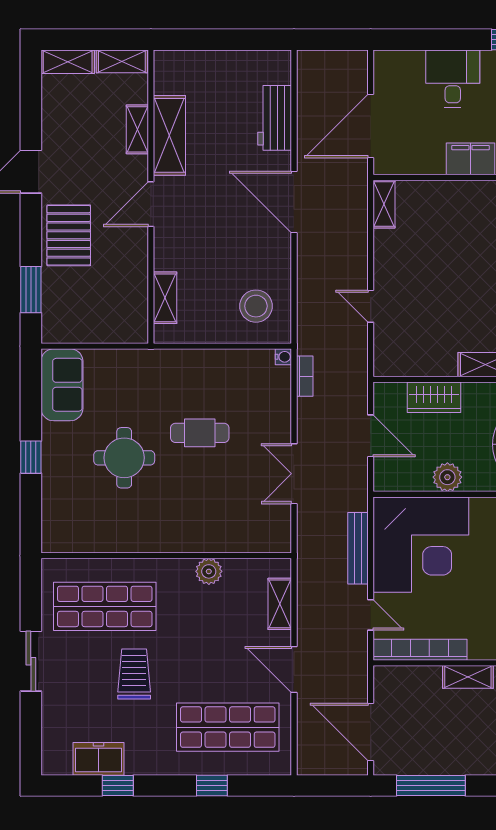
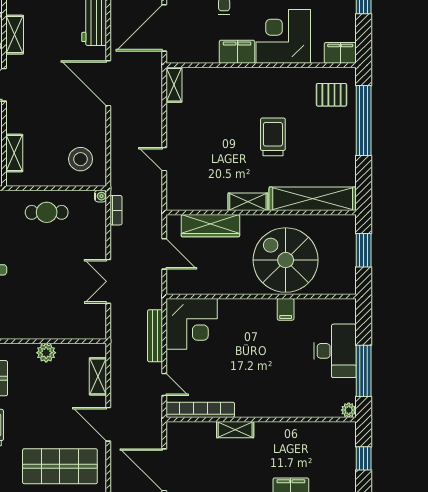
shelving: (169, 135) -> (15, 35), width x0.67, depth x0.75
wardrobe: (434, 397) -> (210, 226), width x1.50
cafe table: (200, 433) -> (47, 212), moved
plant: (447, 477) -> (220, 284), removed
corner desk: (421, 545) -> (192, 324), width x0.74, depth x0.74

